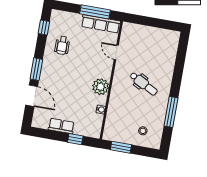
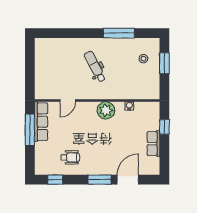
dental chair: (144, 84) -> (95, 67), turned -56
window: (121, 147) -> (164, 63), moved

